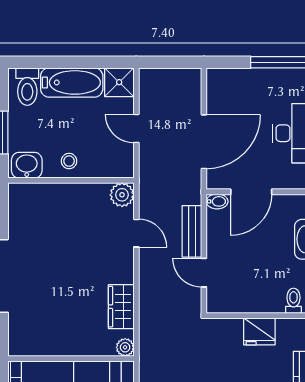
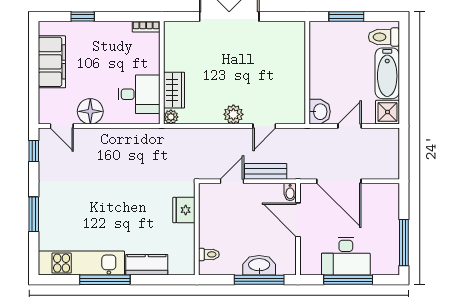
stool: (69, 161) -> (323, 71), removed
washbasin: (27, 165) -> (320, 112), moved
plant: (122, 195) -> (233, 114), moved
wardrobe: (121, 307) -> (174, 90), moved, turned 90
fridge: (259, 331) -> (184, 210), moved

